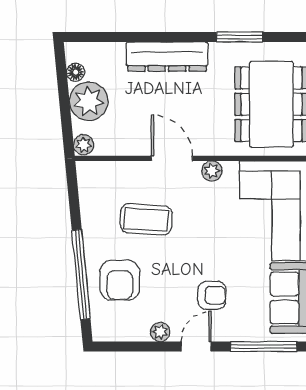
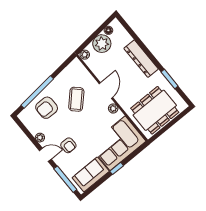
coffee table: (146, 219) -> (76, 99), turned 40

